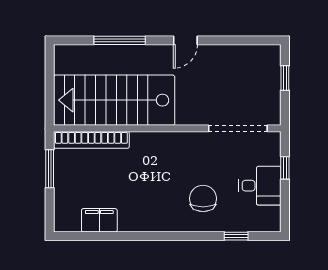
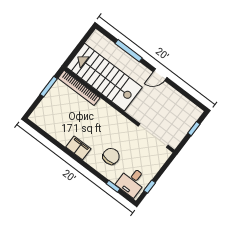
window: (285, 168) -> (150, 187), moved
desk: (260, 186) -> (132, 182), moved, turned 90
filing cabinet: (99, 220) -> (78, 148), moved

